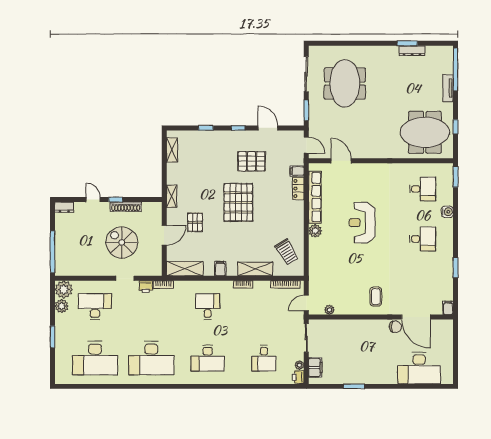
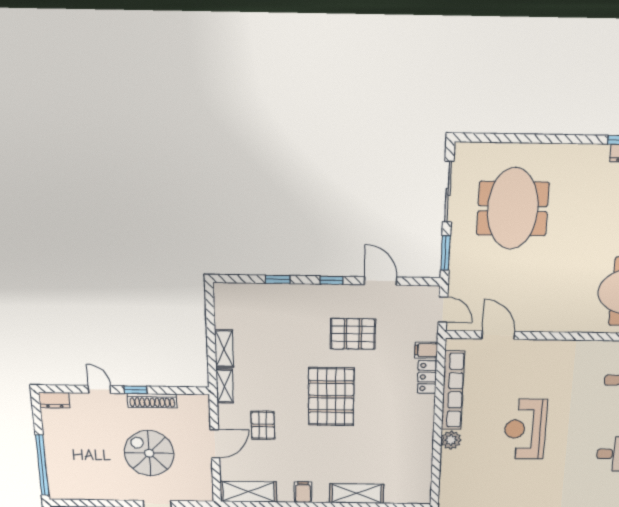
shelving: (172, 150) -> (224, 349), moved
trolley: (287, 252) -> (406, 470), removed

